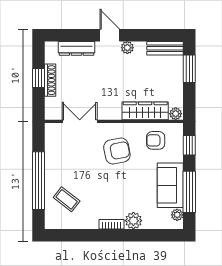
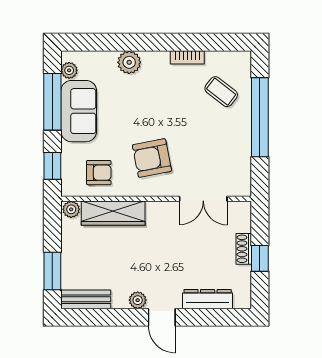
shoe rack: (50, 80) -> (244, 249), width x0.70
bookcase: (111, 224) -> (187, 57), moved

